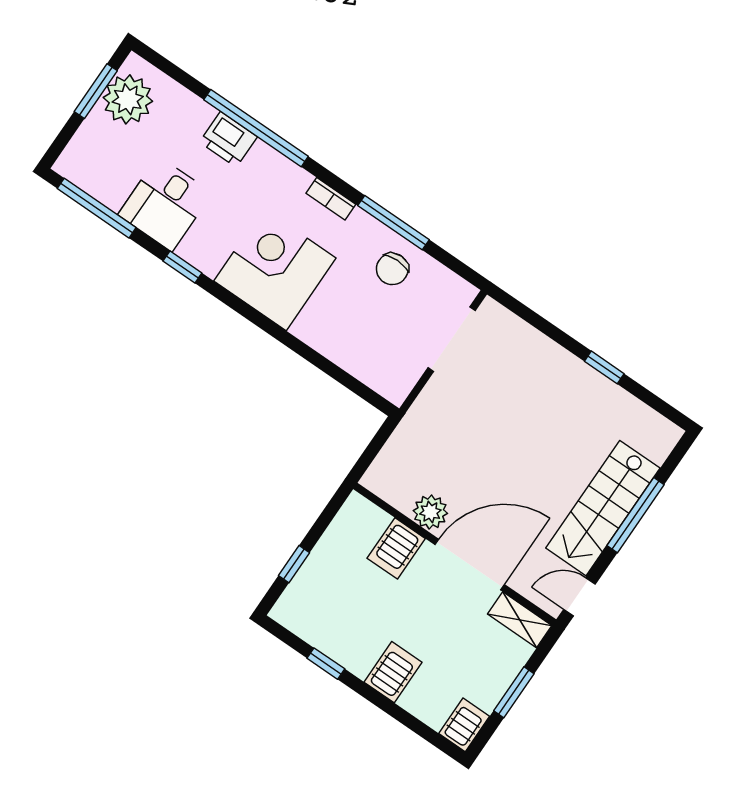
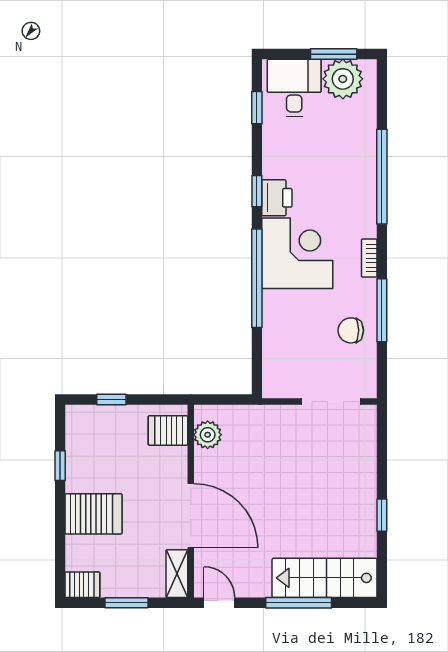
printer: (228, 139) -> (277, 198), moved, turned 180
desk: (165, 204) -> (294, 88), moved, turned 90
window: (97, 208) -> (257, 108), width x0.46
window: (272, 329) -> (257, 278), added
stairs: (603, 508) -> (325, 578), moved
plant: (430, 512) -> (208, 435), moved
server rack: (396, 548) -> (168, 430), moved
server rack: (393, 672) -> (93, 514), width x1.36, depth x1.44

